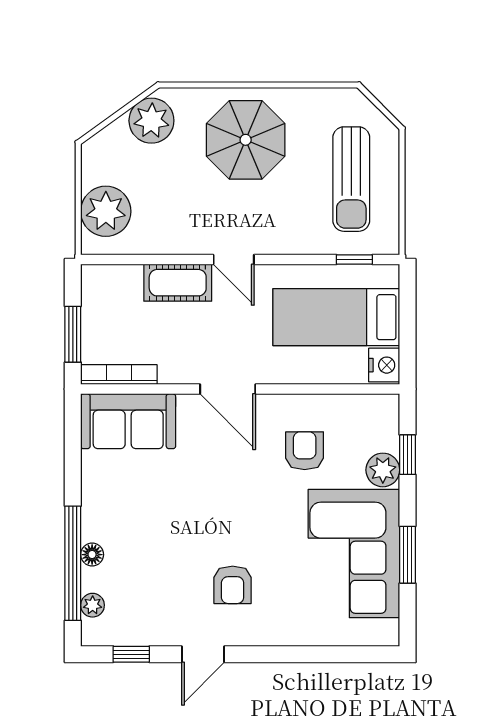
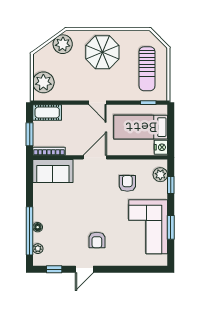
cot: (178, 283) -> (47, 113), moved
door: (228, 389) -> (95, 157), swing flipped
plant: (383, 470) -> (160, 175), moved

